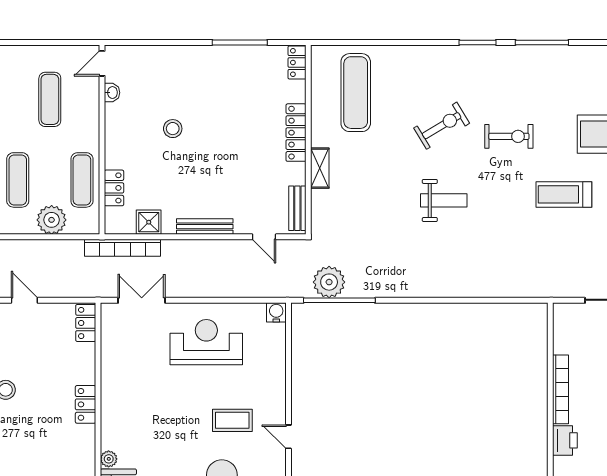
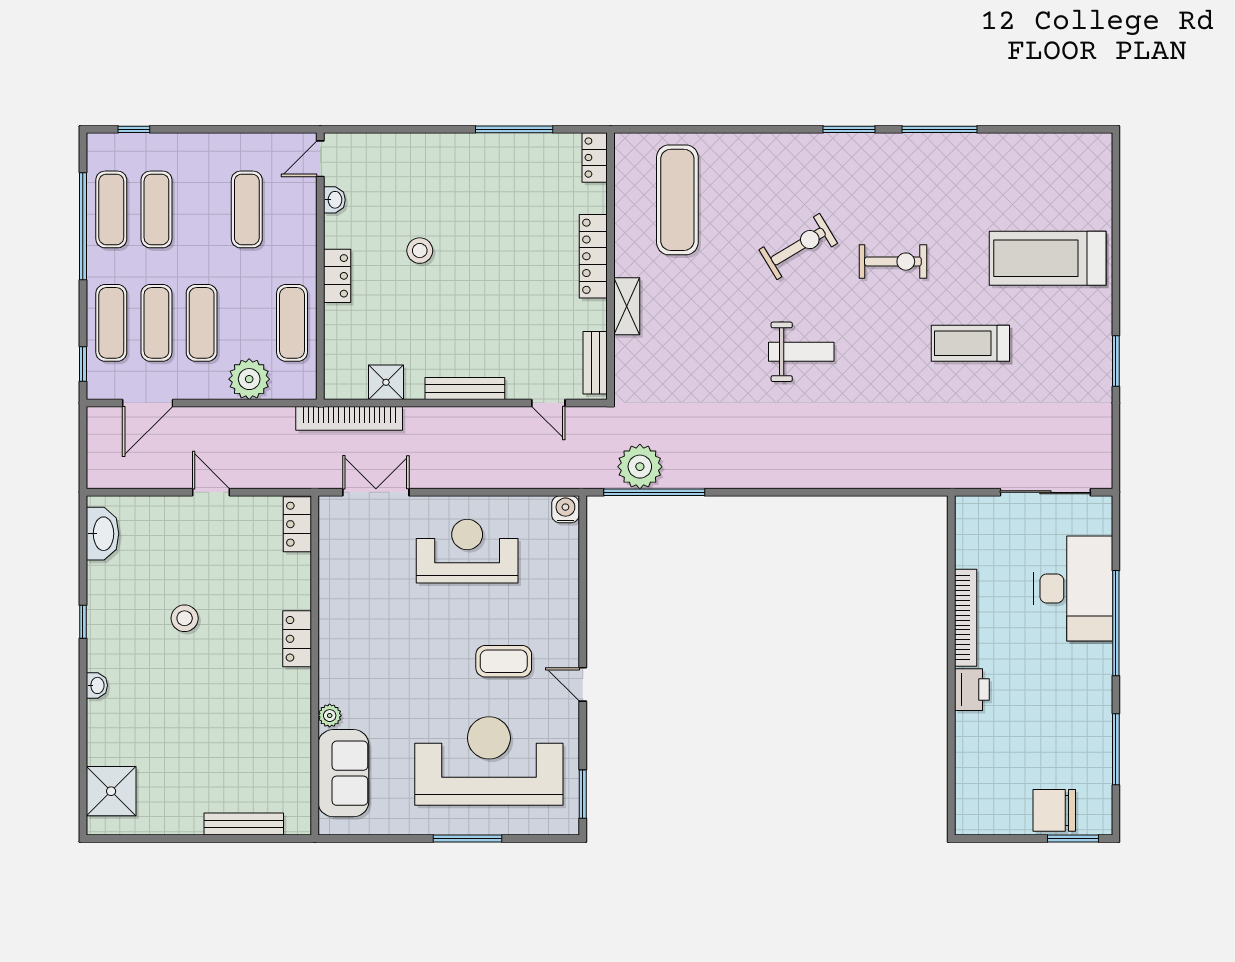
locker: (114, 188) -> (337, 276), moved

